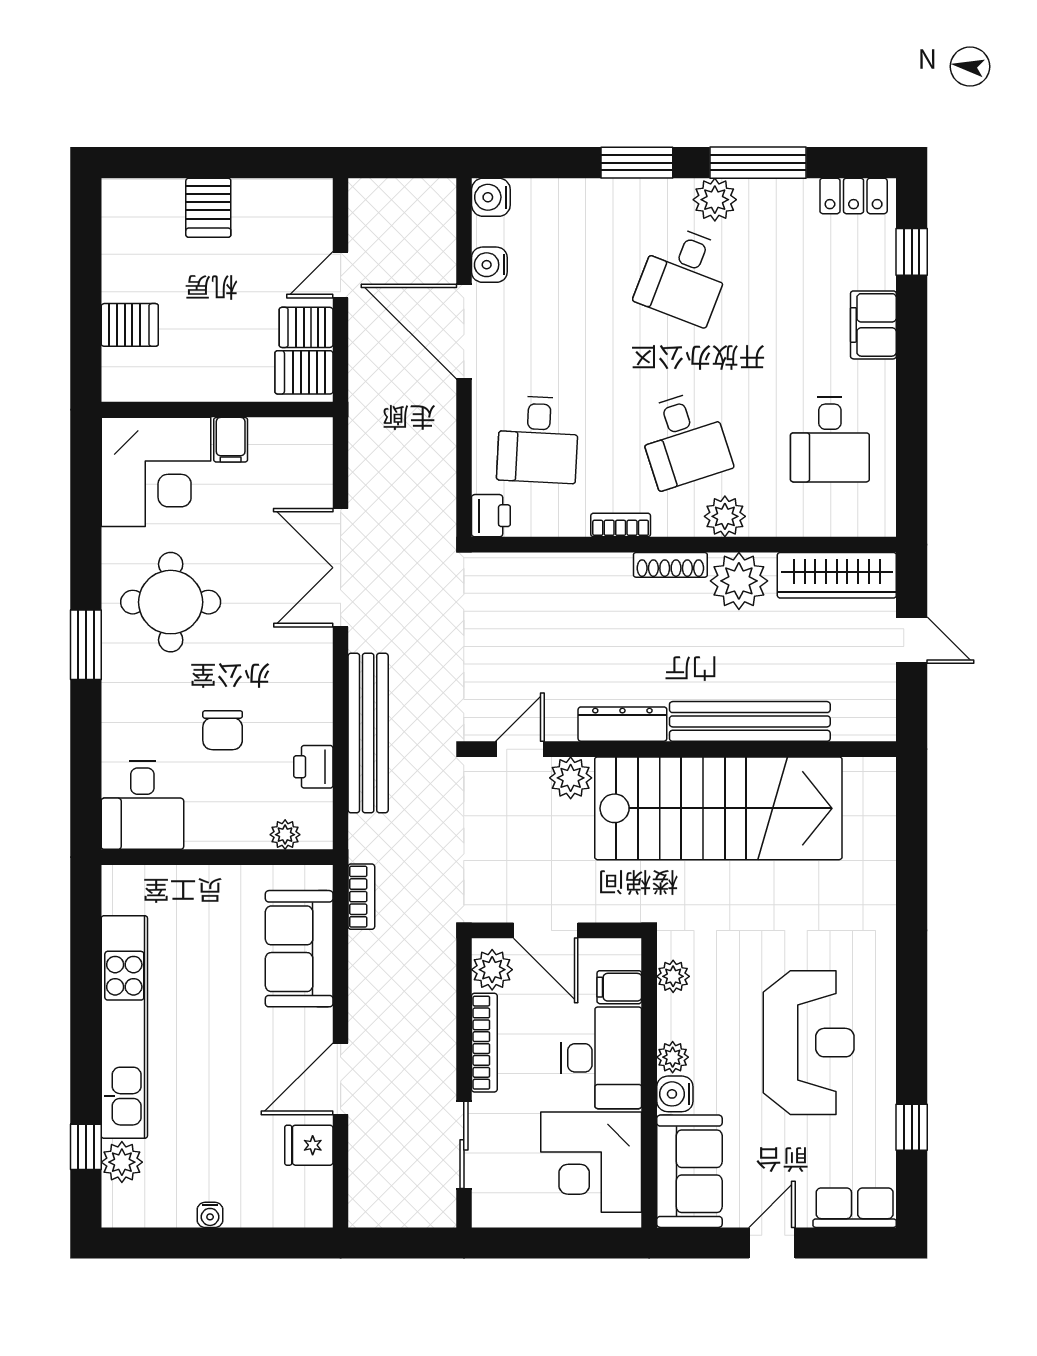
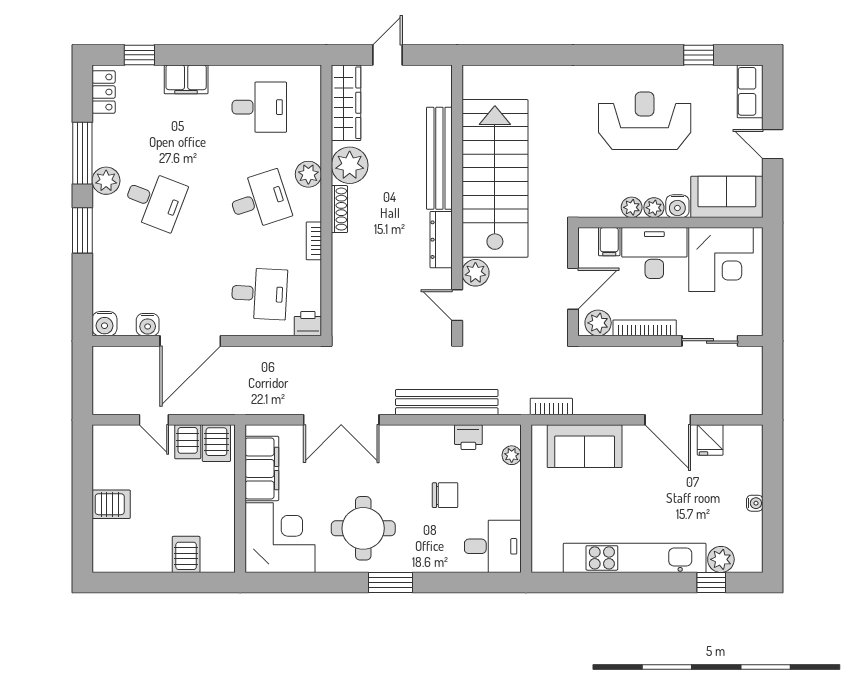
filing cabinet: (231, 440) -> (262, 468), width x3.00, depth x1.17
plant: (673, 976) -> (632, 207), moved

